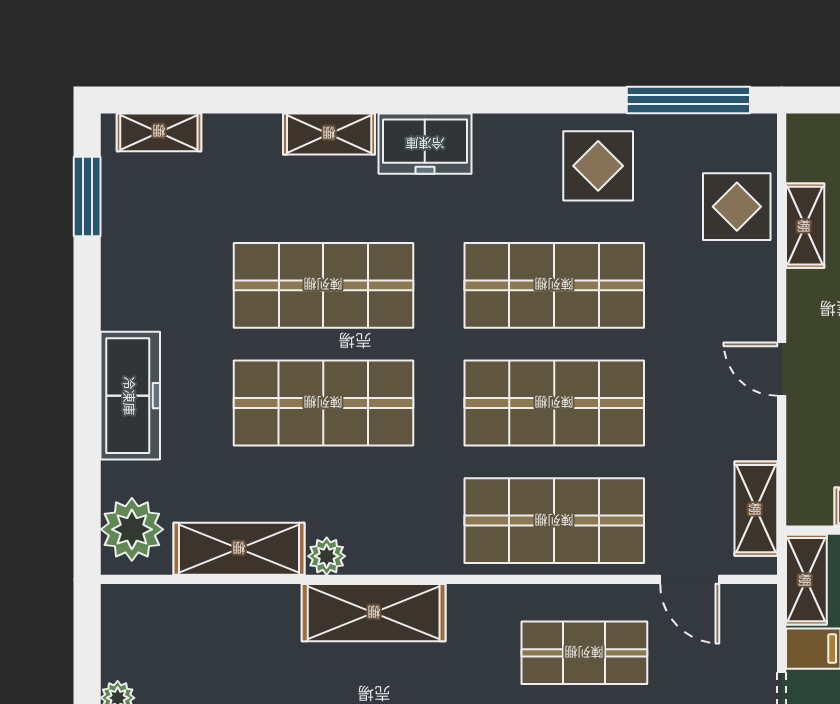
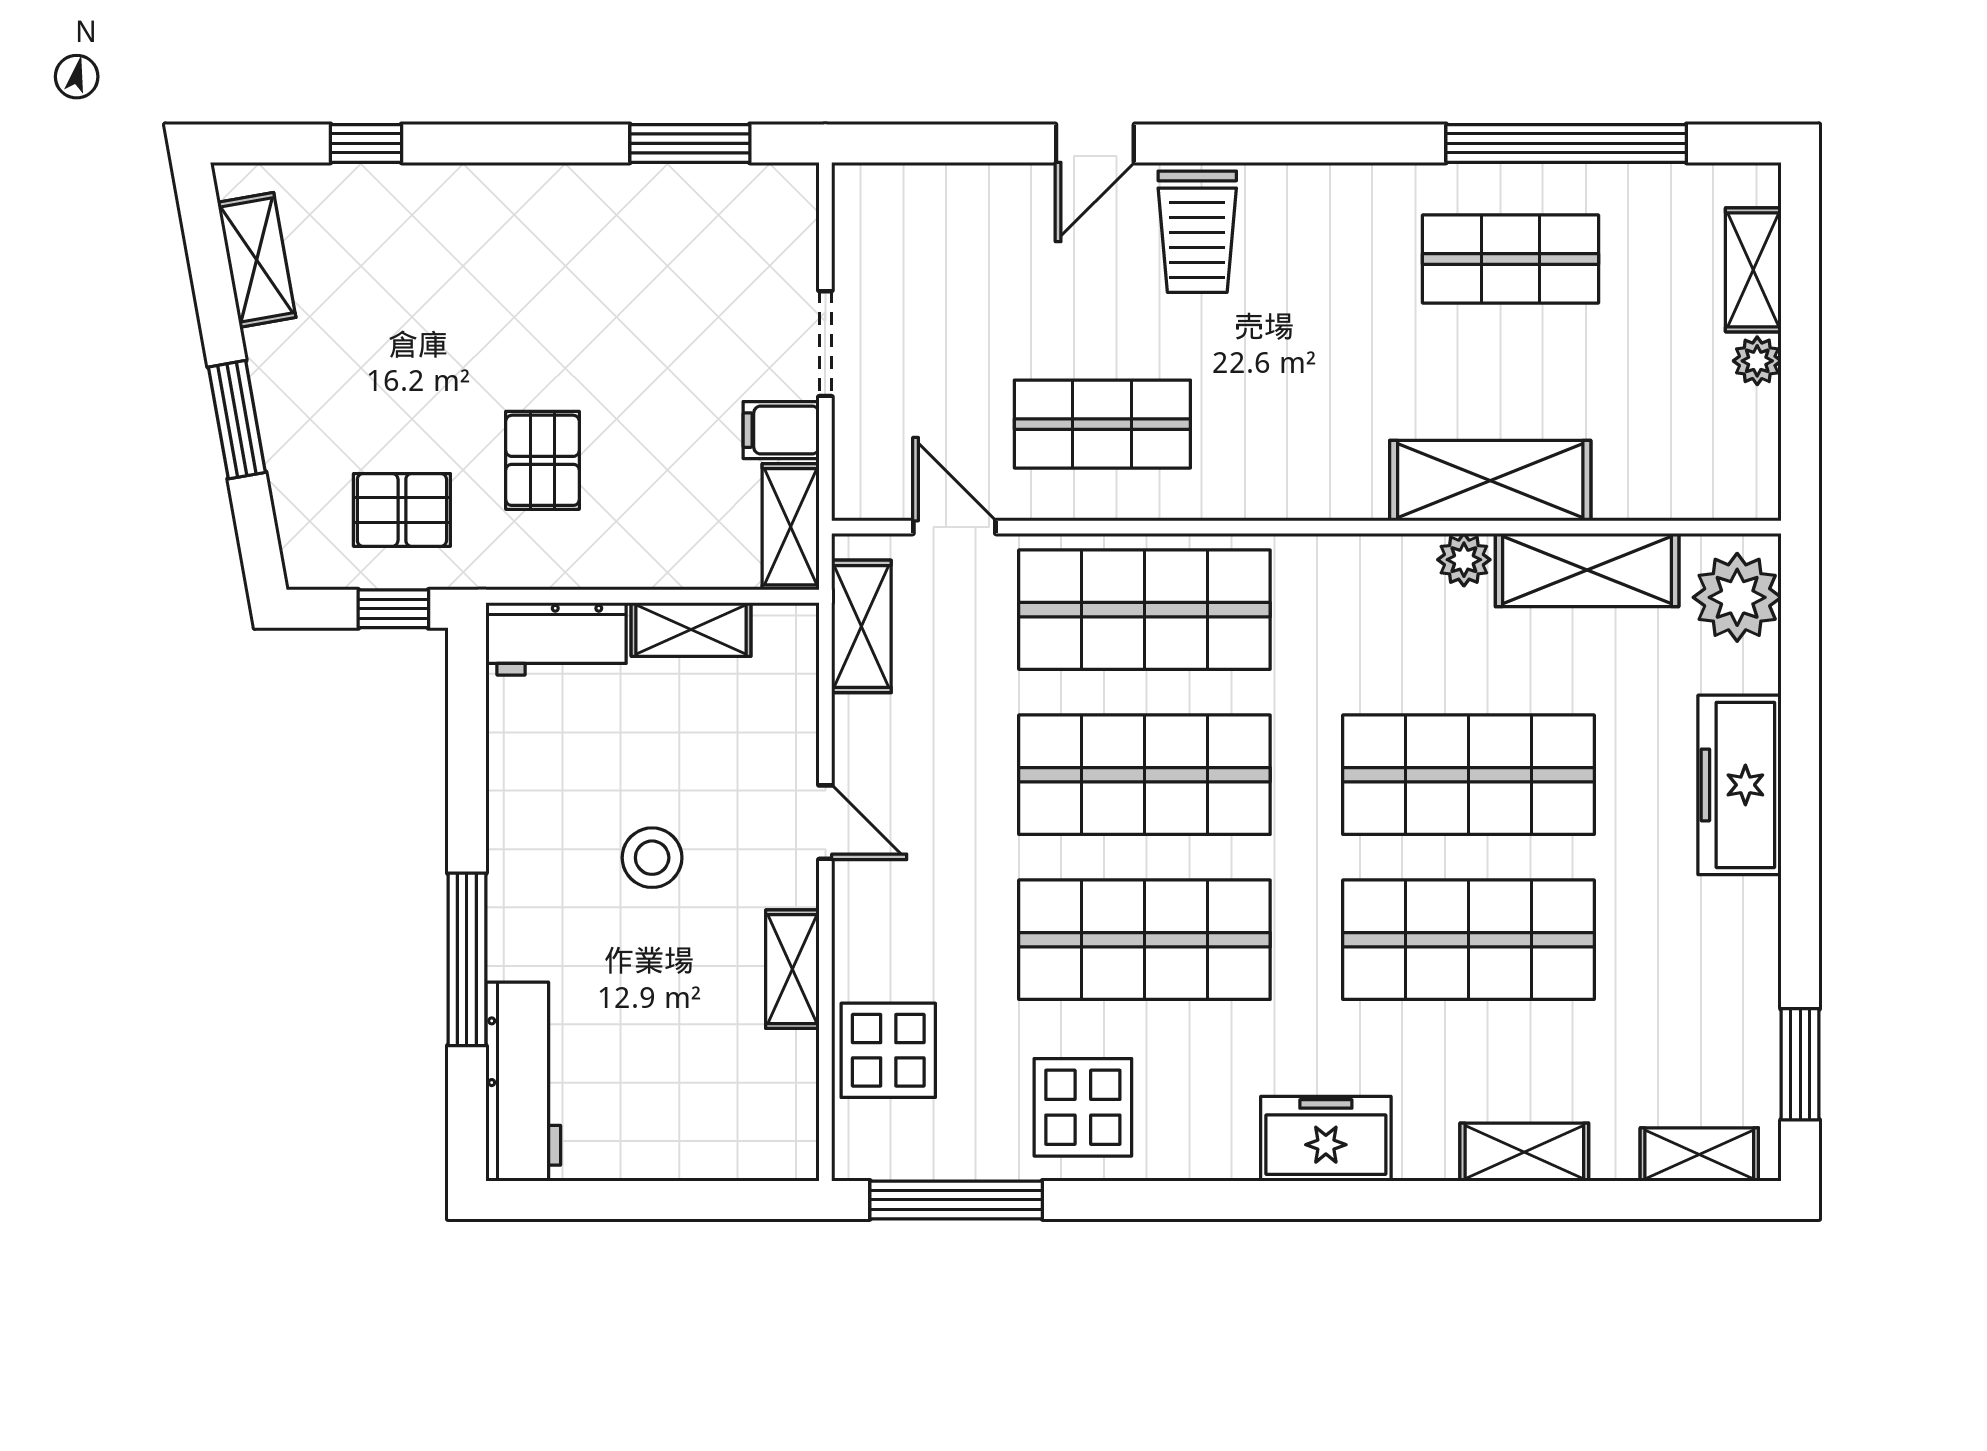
shelving: (329, 134) -> (1524, 1152), moved
shelving: (805, 226) -> (792, 969), moved
shelving: (374, 613) -> (1490, 481), moved

